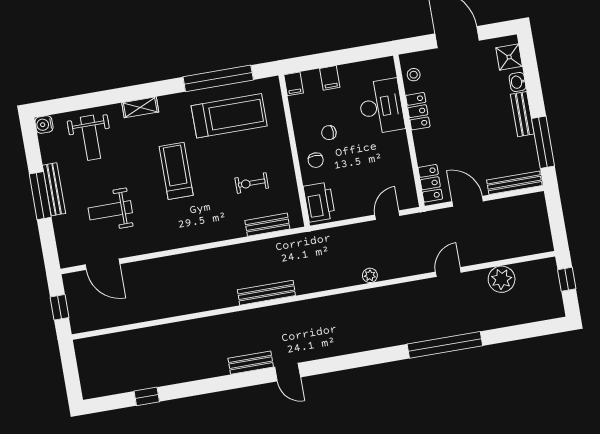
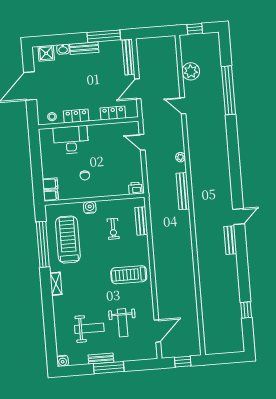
filing cabinet: (330, 78) -> (50, 184), moved
shelving: (140, 107) -> (56, 284), moved
weight bench: (90, 138) -> (89, 328), moved
water cooler: (281, 145) -> (90, 207), added
chair: (316, 160) -> (102, 186), removed
treadmill: (176, 171) -> (129, 275), moved
locker: (430, 183) -> (113, 113), moved
bench: (54, 189) -> (101, 359), width x0.73
printer: (319, 202) -> (135, 188), width x0.53, depth x0.68
bench: (266, 293) -> (183, 191), moved
window: (445, 345) -> (229, 90), moved

